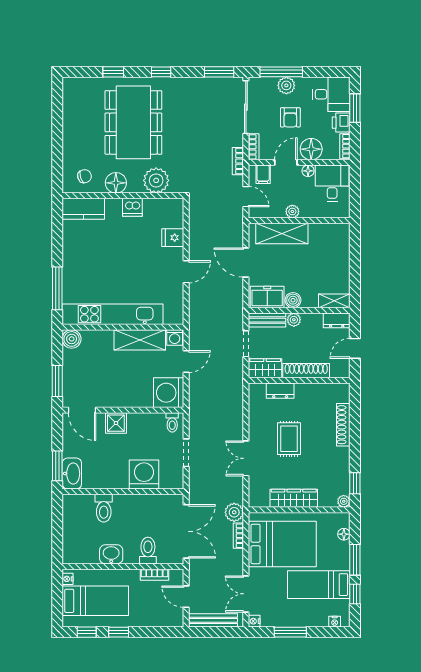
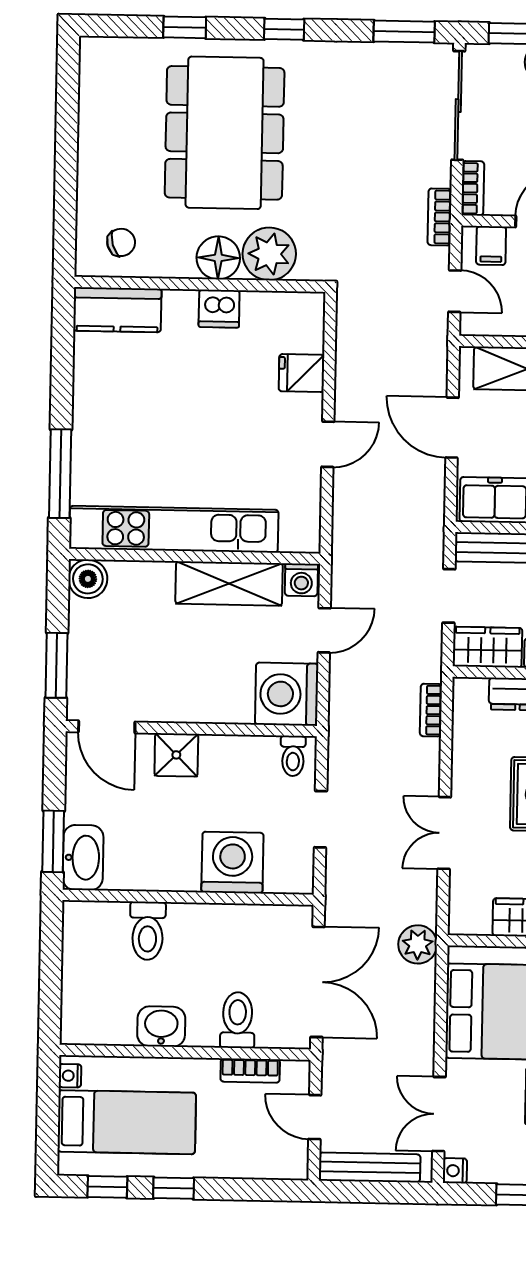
floor lamp: (116, 183) -> (218, 258), moved
bookcase: (238, 536) -> (431, 710), moved

